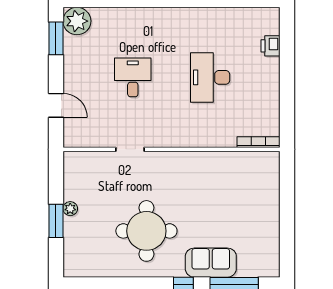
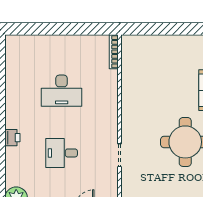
printer: (271, 46) -> (12, 138), moved, turned -90

